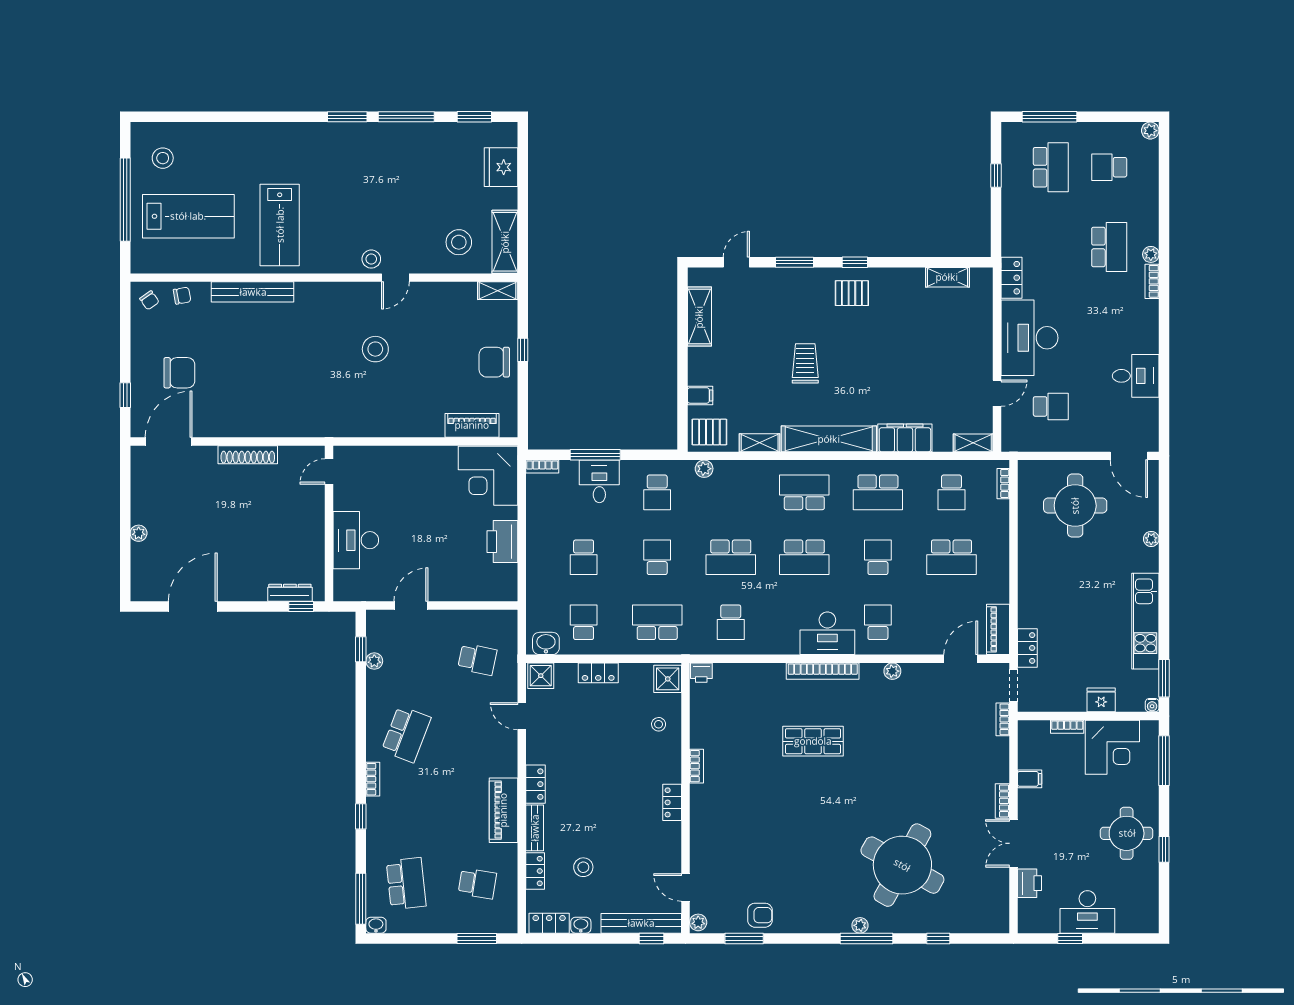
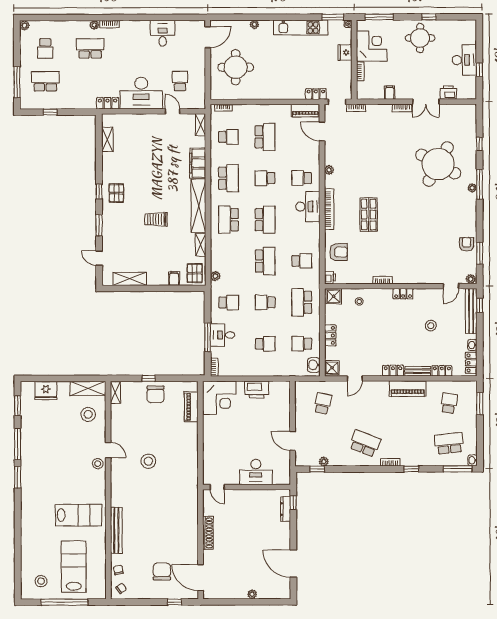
armchair: (746, 688) -> (339, 252), added
stool: (583, 867) -> (431, 326), moved

